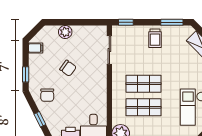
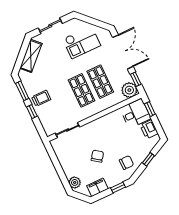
window: (126, 22) -> (32, 112), moved
plant: (65, 32) -> (75, 182), moved
filing cabinet: (36, 48) -> (98, 187), width x2.00

